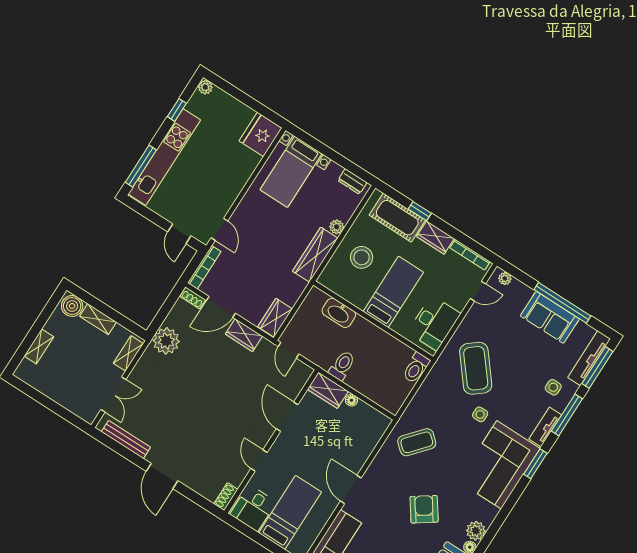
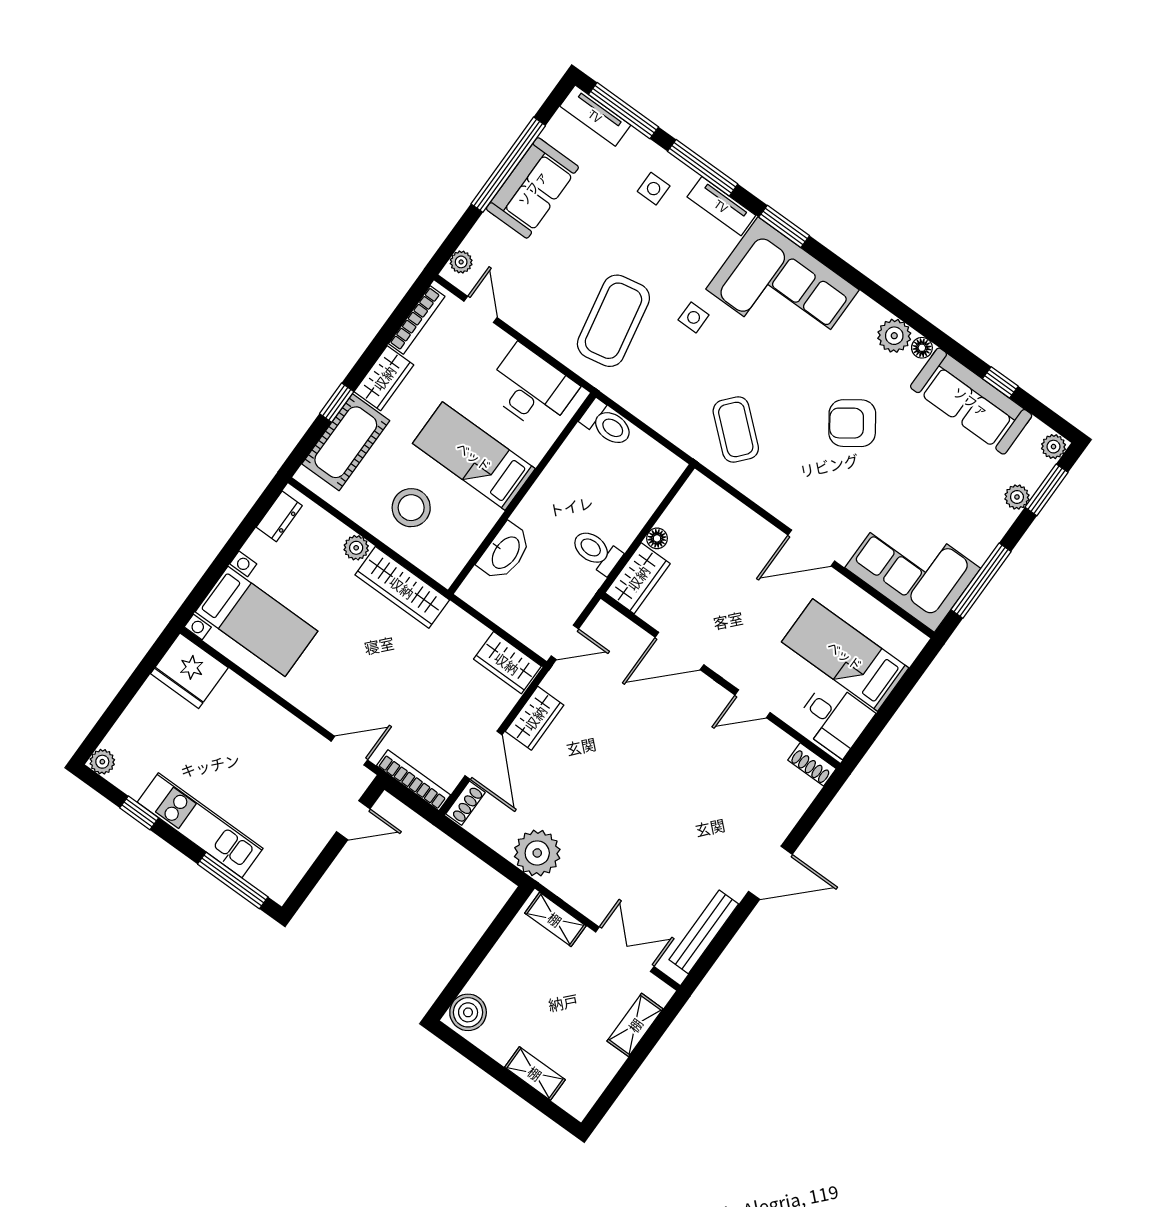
kitchen unit: (164, 157) -> (200, 825), width x0.73
shelving: (98, 319) -> (635, 1025), moved
tv unit: (589, 358) -> (595, 116), width x0.71
coffee table: (476, 368) -> (613, 321), turned -62

